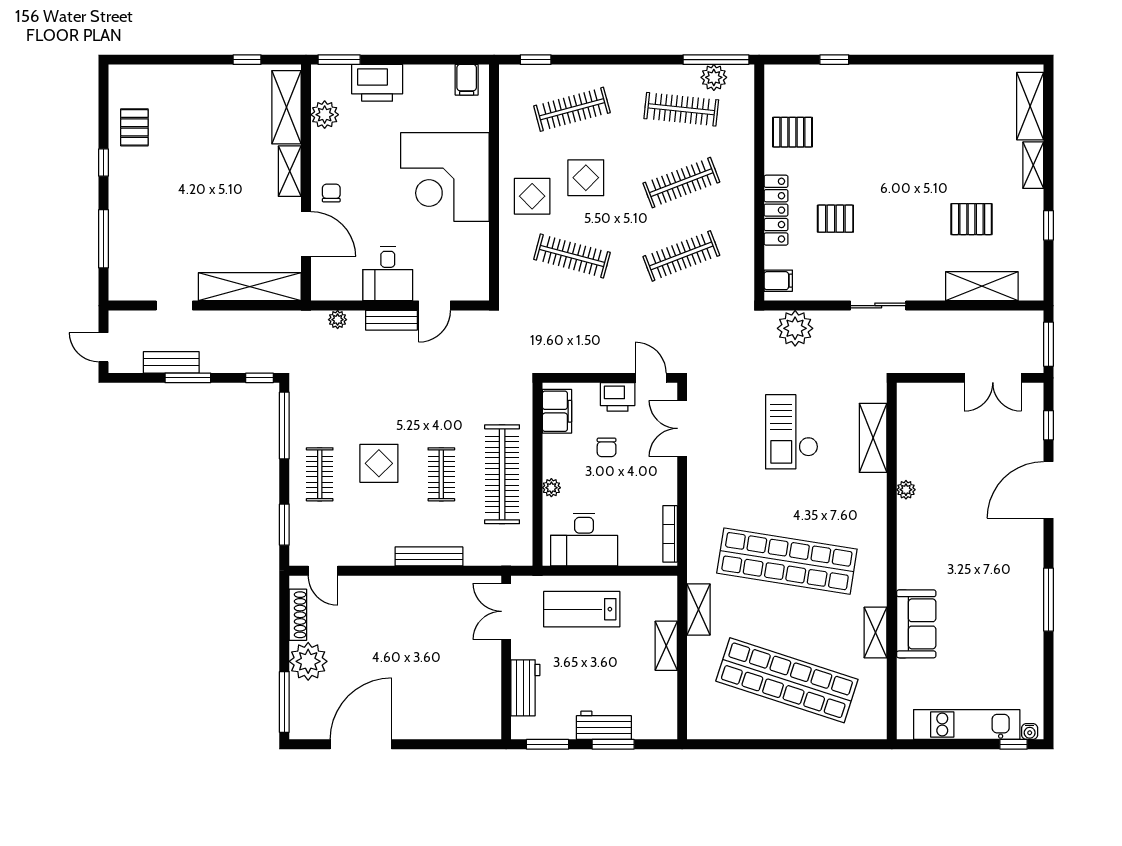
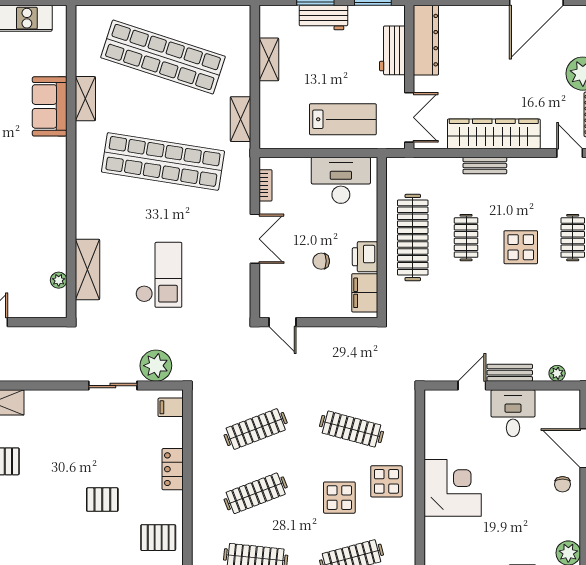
corner desk: (445, 177) -> (453, 488), width x0.74, depth x0.74
locker: (776, 210) -> (173, 469), width x0.66
pallet: (835, 219) -> (102, 500), moved
sliding door: (878, 306) -> (113, 386), moved
printer: (618, 397) -> (365, 257), moved, turned -90
double door: (682, 428) -> (255, 239), moved
chair: (607, 447) -> (321, 261), turned -90
plant: (551, 488) -> (369, 226), removed
plant: (906, 490) -> (59, 280), moved
bookcase: (670, 534) -> (265, 185), width x0.64
bench: (429, 556) -> (485, 166), width x0.73
wardrobe: (410, 593) -> (494, 134), added
shelving: (666, 646) -> (269, 59), moved
dresser: (487, 699) -> (426, 40), added

